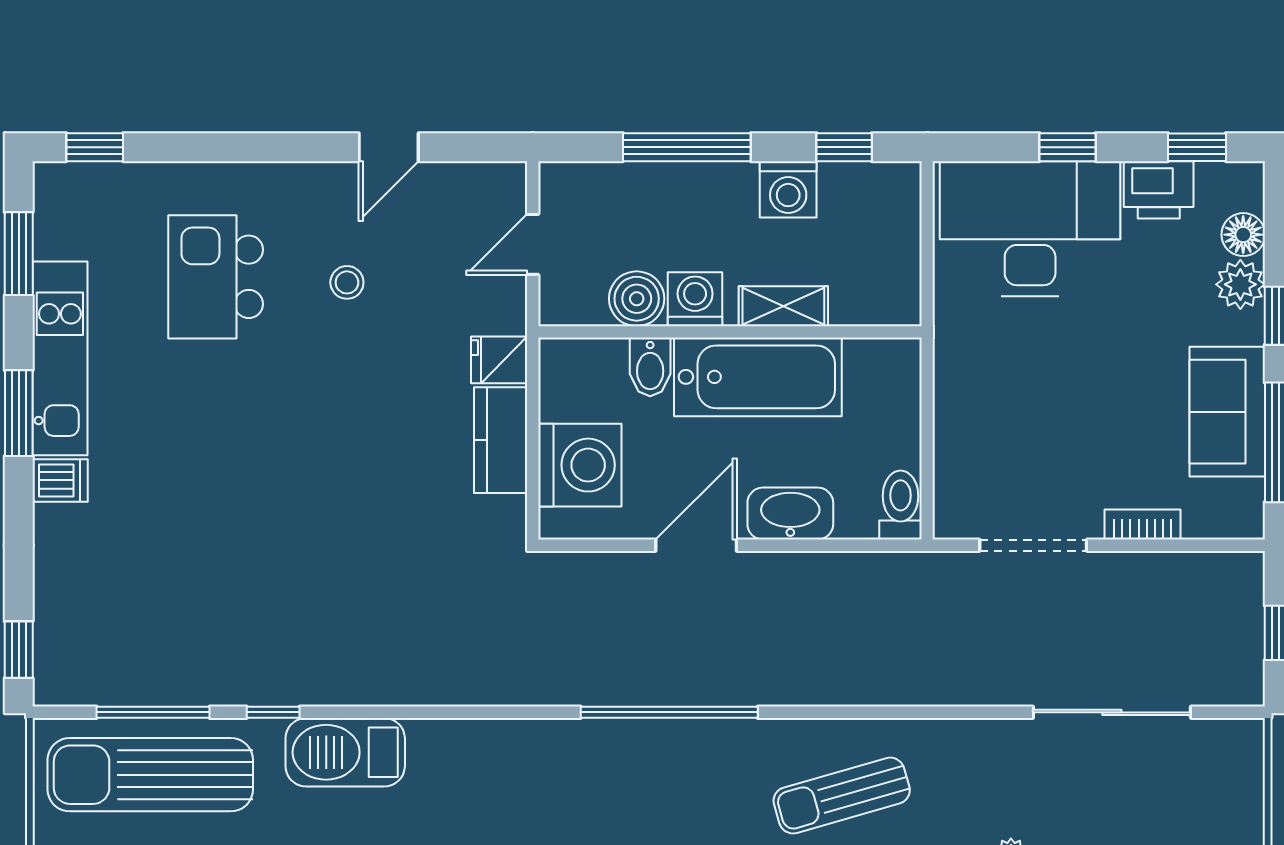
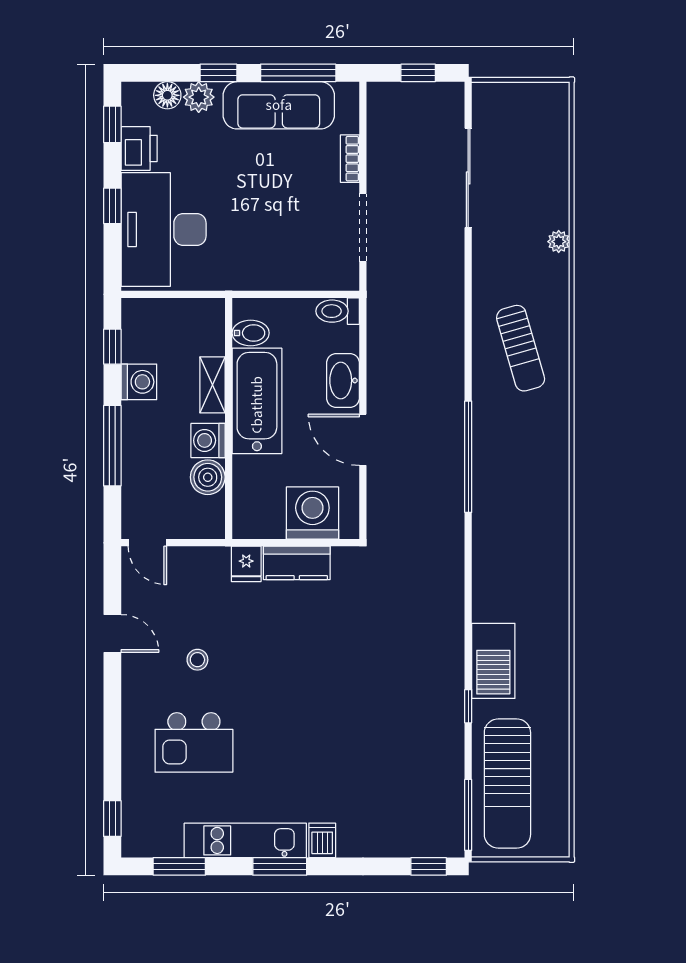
door: (533, 244) -> (147, 543), moved
bidet: (650, 367) -> (251, 333), moved
sofa: (1227, 412) -> (279, 105), width x1.36
window: (153, 712) -> (468, 815), moved

